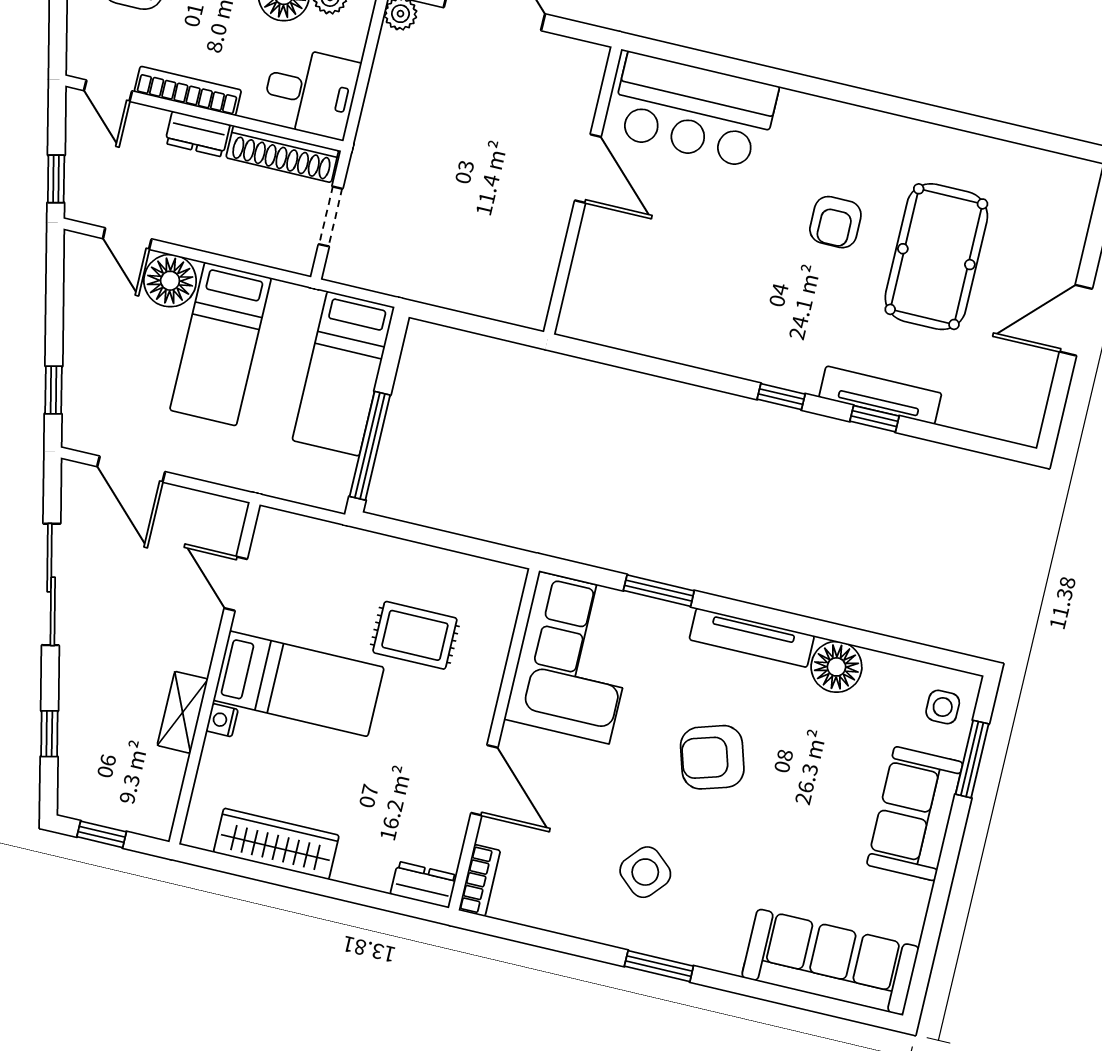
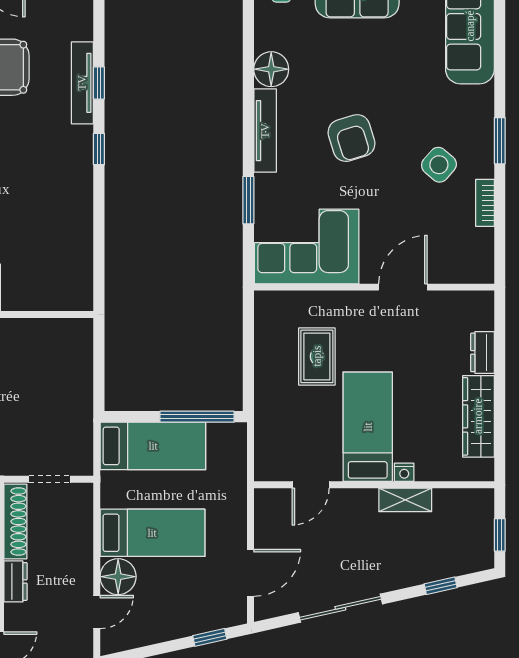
bookcase: (480, 881) -> (485, 203), moved, turned -90
dresser: (423, 885) -> (482, 352), moved

